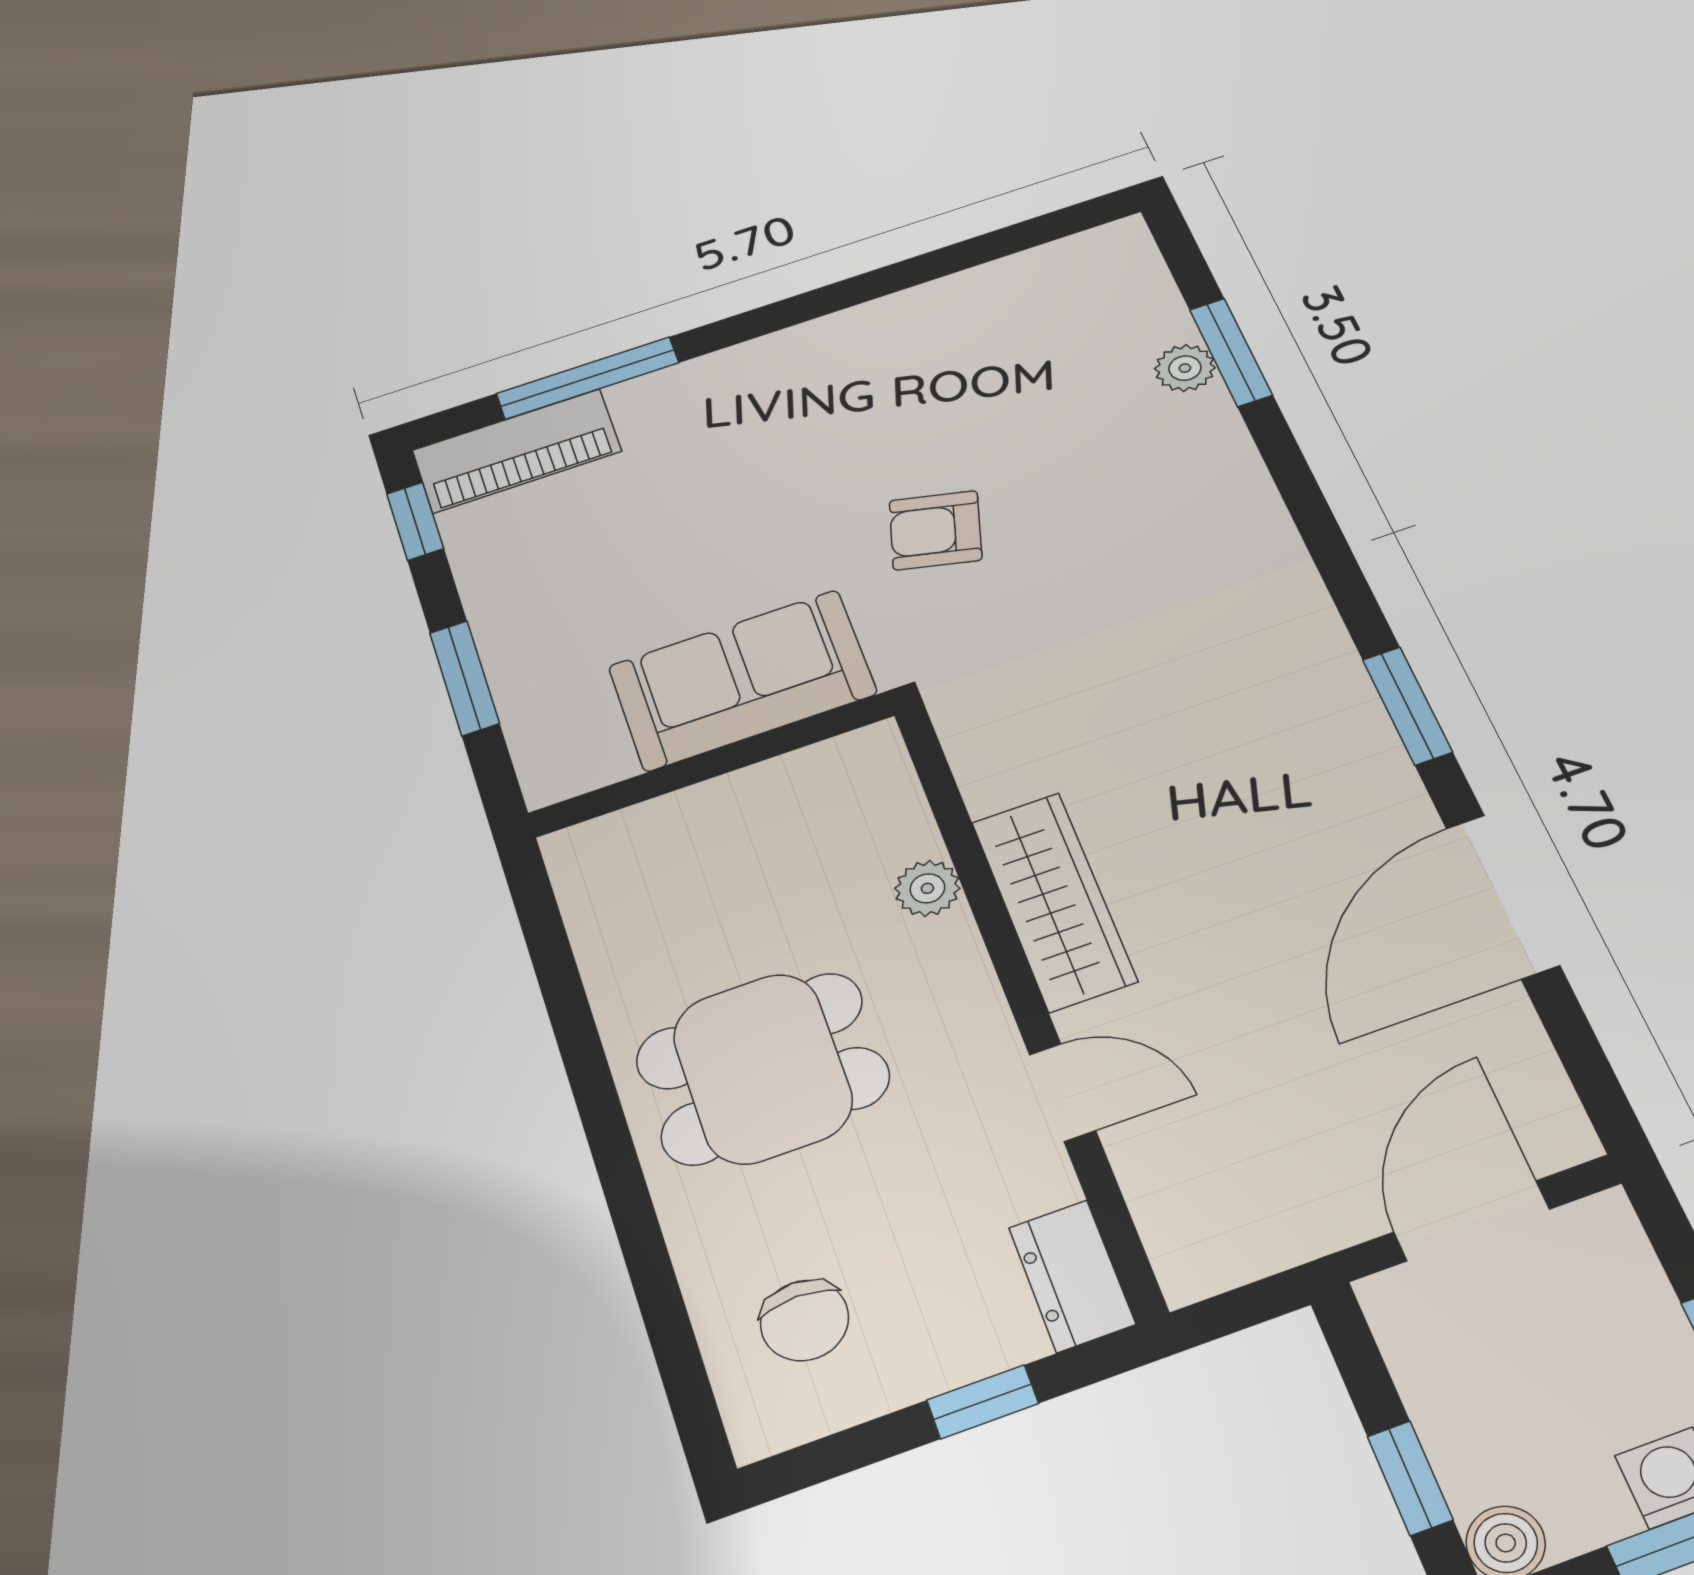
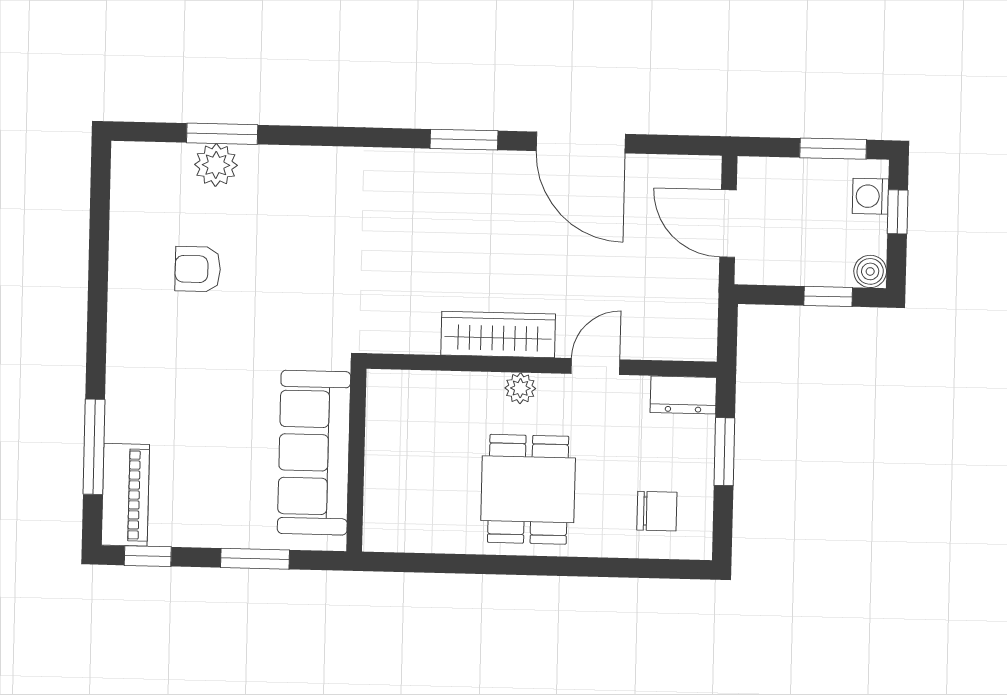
plant: (1185, 368) -> (216, 165), width x1.38, depth x1.38
armchair: (935, 530) -> (198, 269), moved, turned 75
sofa: (742, 680) -> (314, 453), width x1.36
plant: (927, 888) -> (520, 388), moved
window: (983, 1402) -> (724, 452), width x1.50

